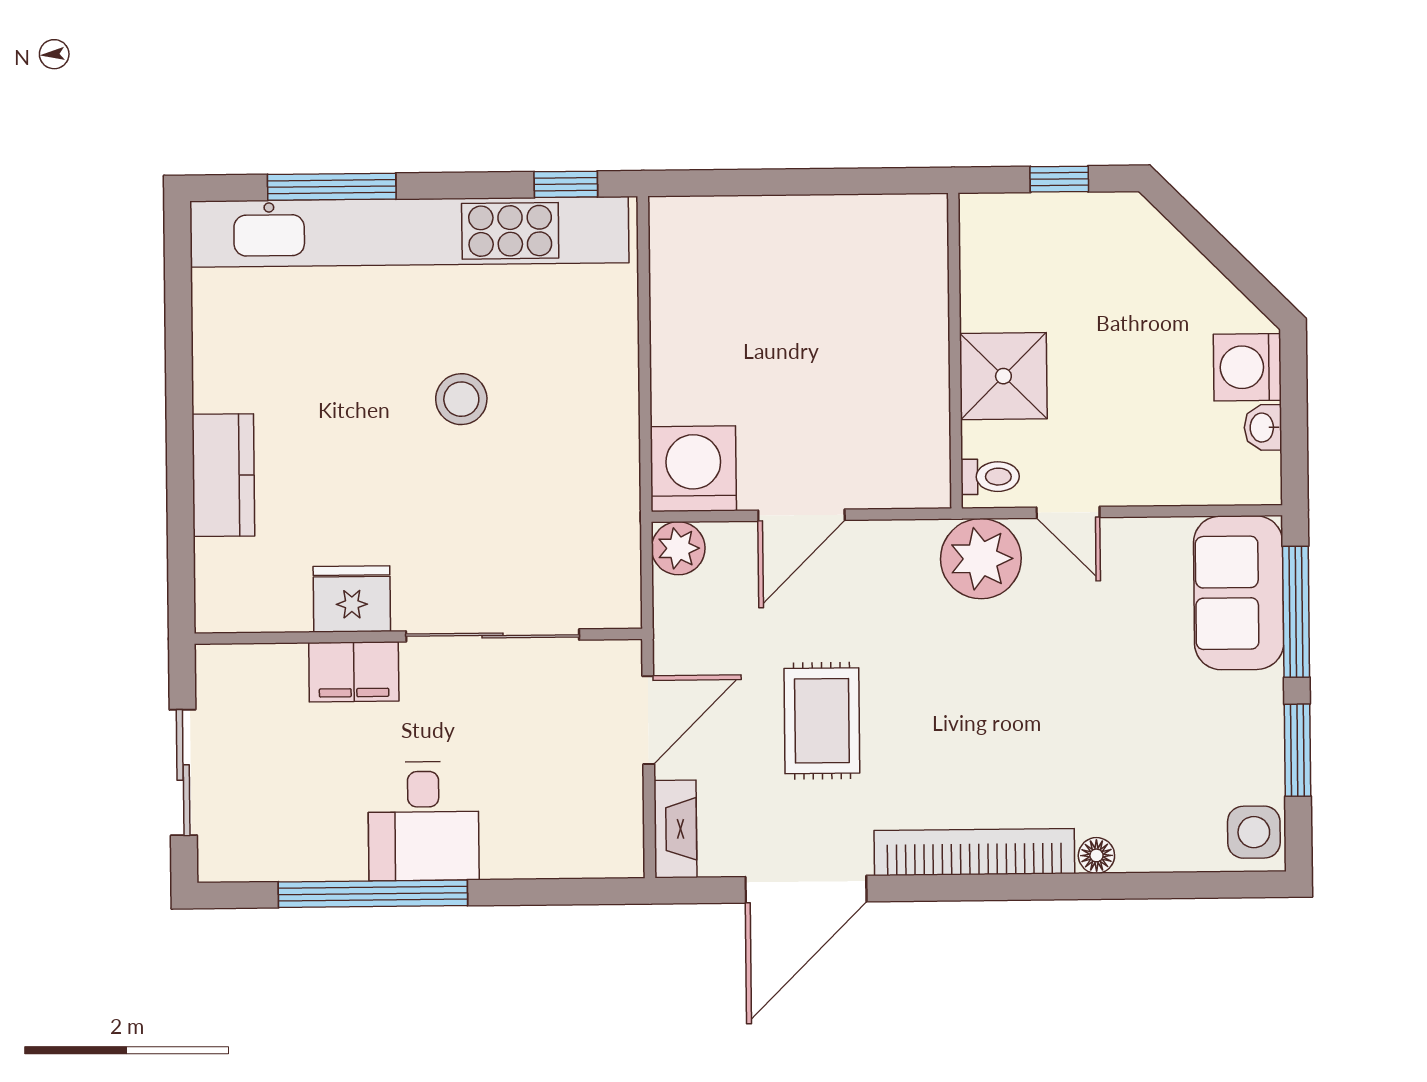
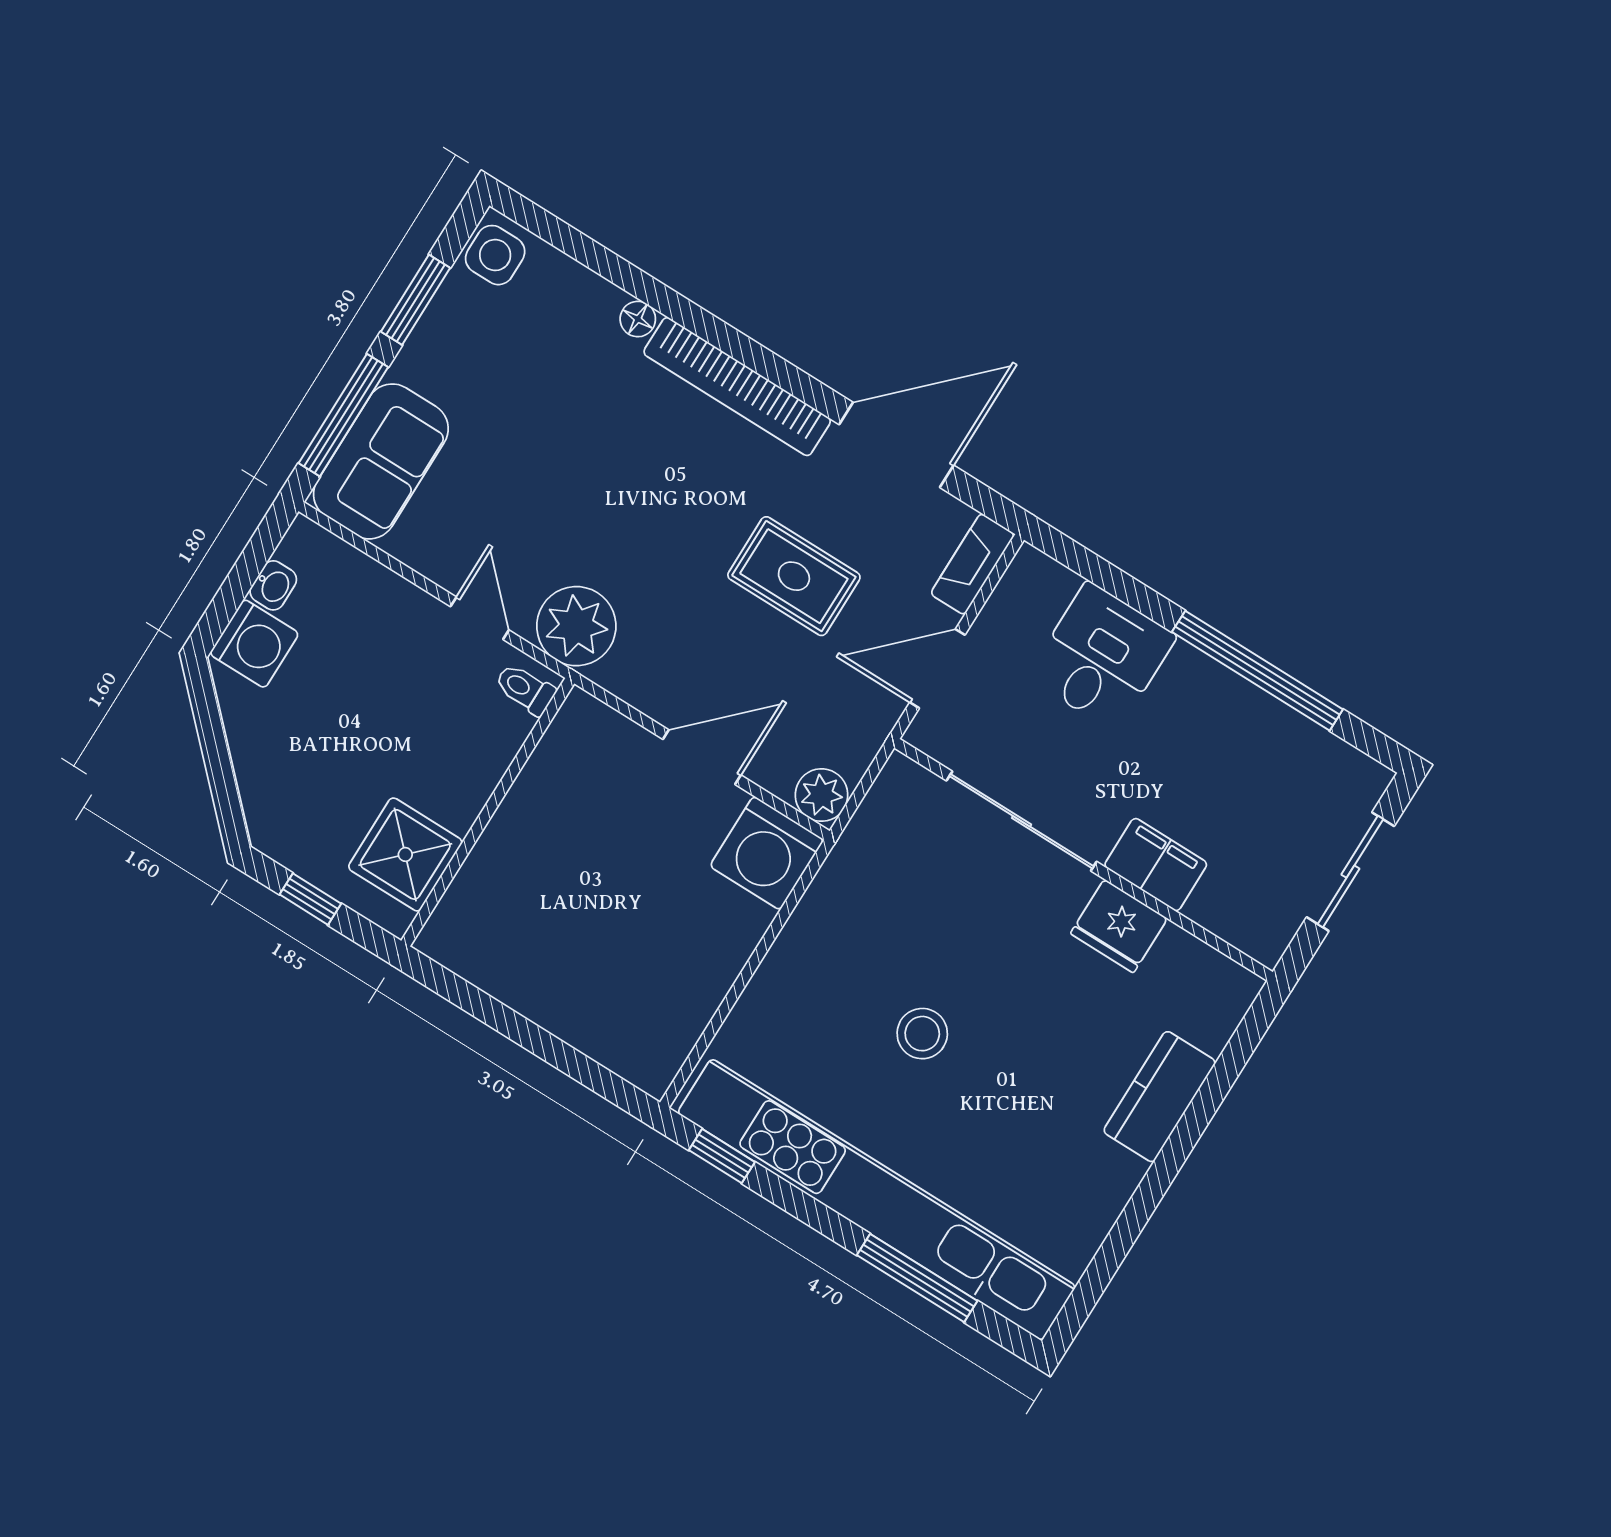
shower: (1003, 376) -> (405, 854), moved
rug: (822, 721) -> (794, 576), turned 90
desk: (423, 821) -> (1102, 657), moved

